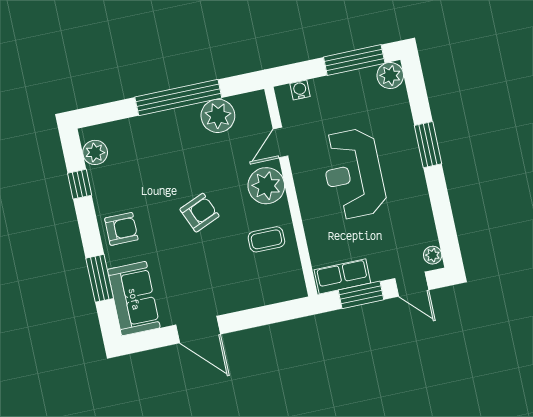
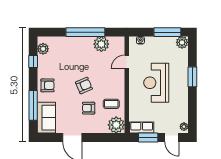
plant: (266, 186) -> (116, 125), moved
armchair: (220, 259) -> (89, 108), added
window: (100, 278) -> (33, 105), width x1.44

